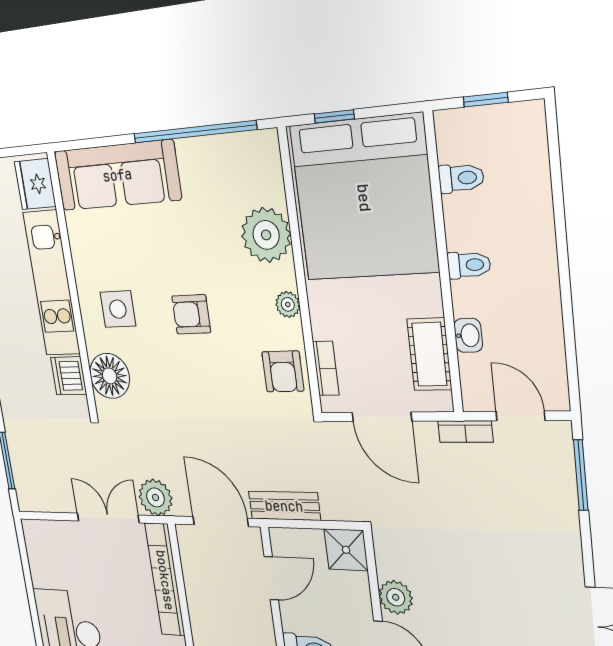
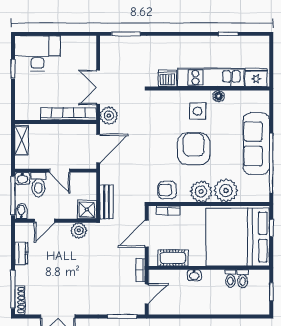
sofa: (117, 175) -> (256, 144), moved
toilet: (469, 265) -> (230, 278), moved
plant: (288, 304) -> (201, 191), width x1.88, depth x1.88
armchair: (191, 314) -> (194, 149), width x1.88, depth x1.88
washbasin: (468, 335) -> (194, 275), moved
floor lamp: (110, 376) -> (219, 96), moved, width x0.53, depth x0.53
bench: (284, 506) -> (106, 202), moved
double door: (108, 518) -> (98, 87), swing flipped
door: (271, 578) -> (60, 171), moved
plant: (396, 597) -> (79, 230), moved

